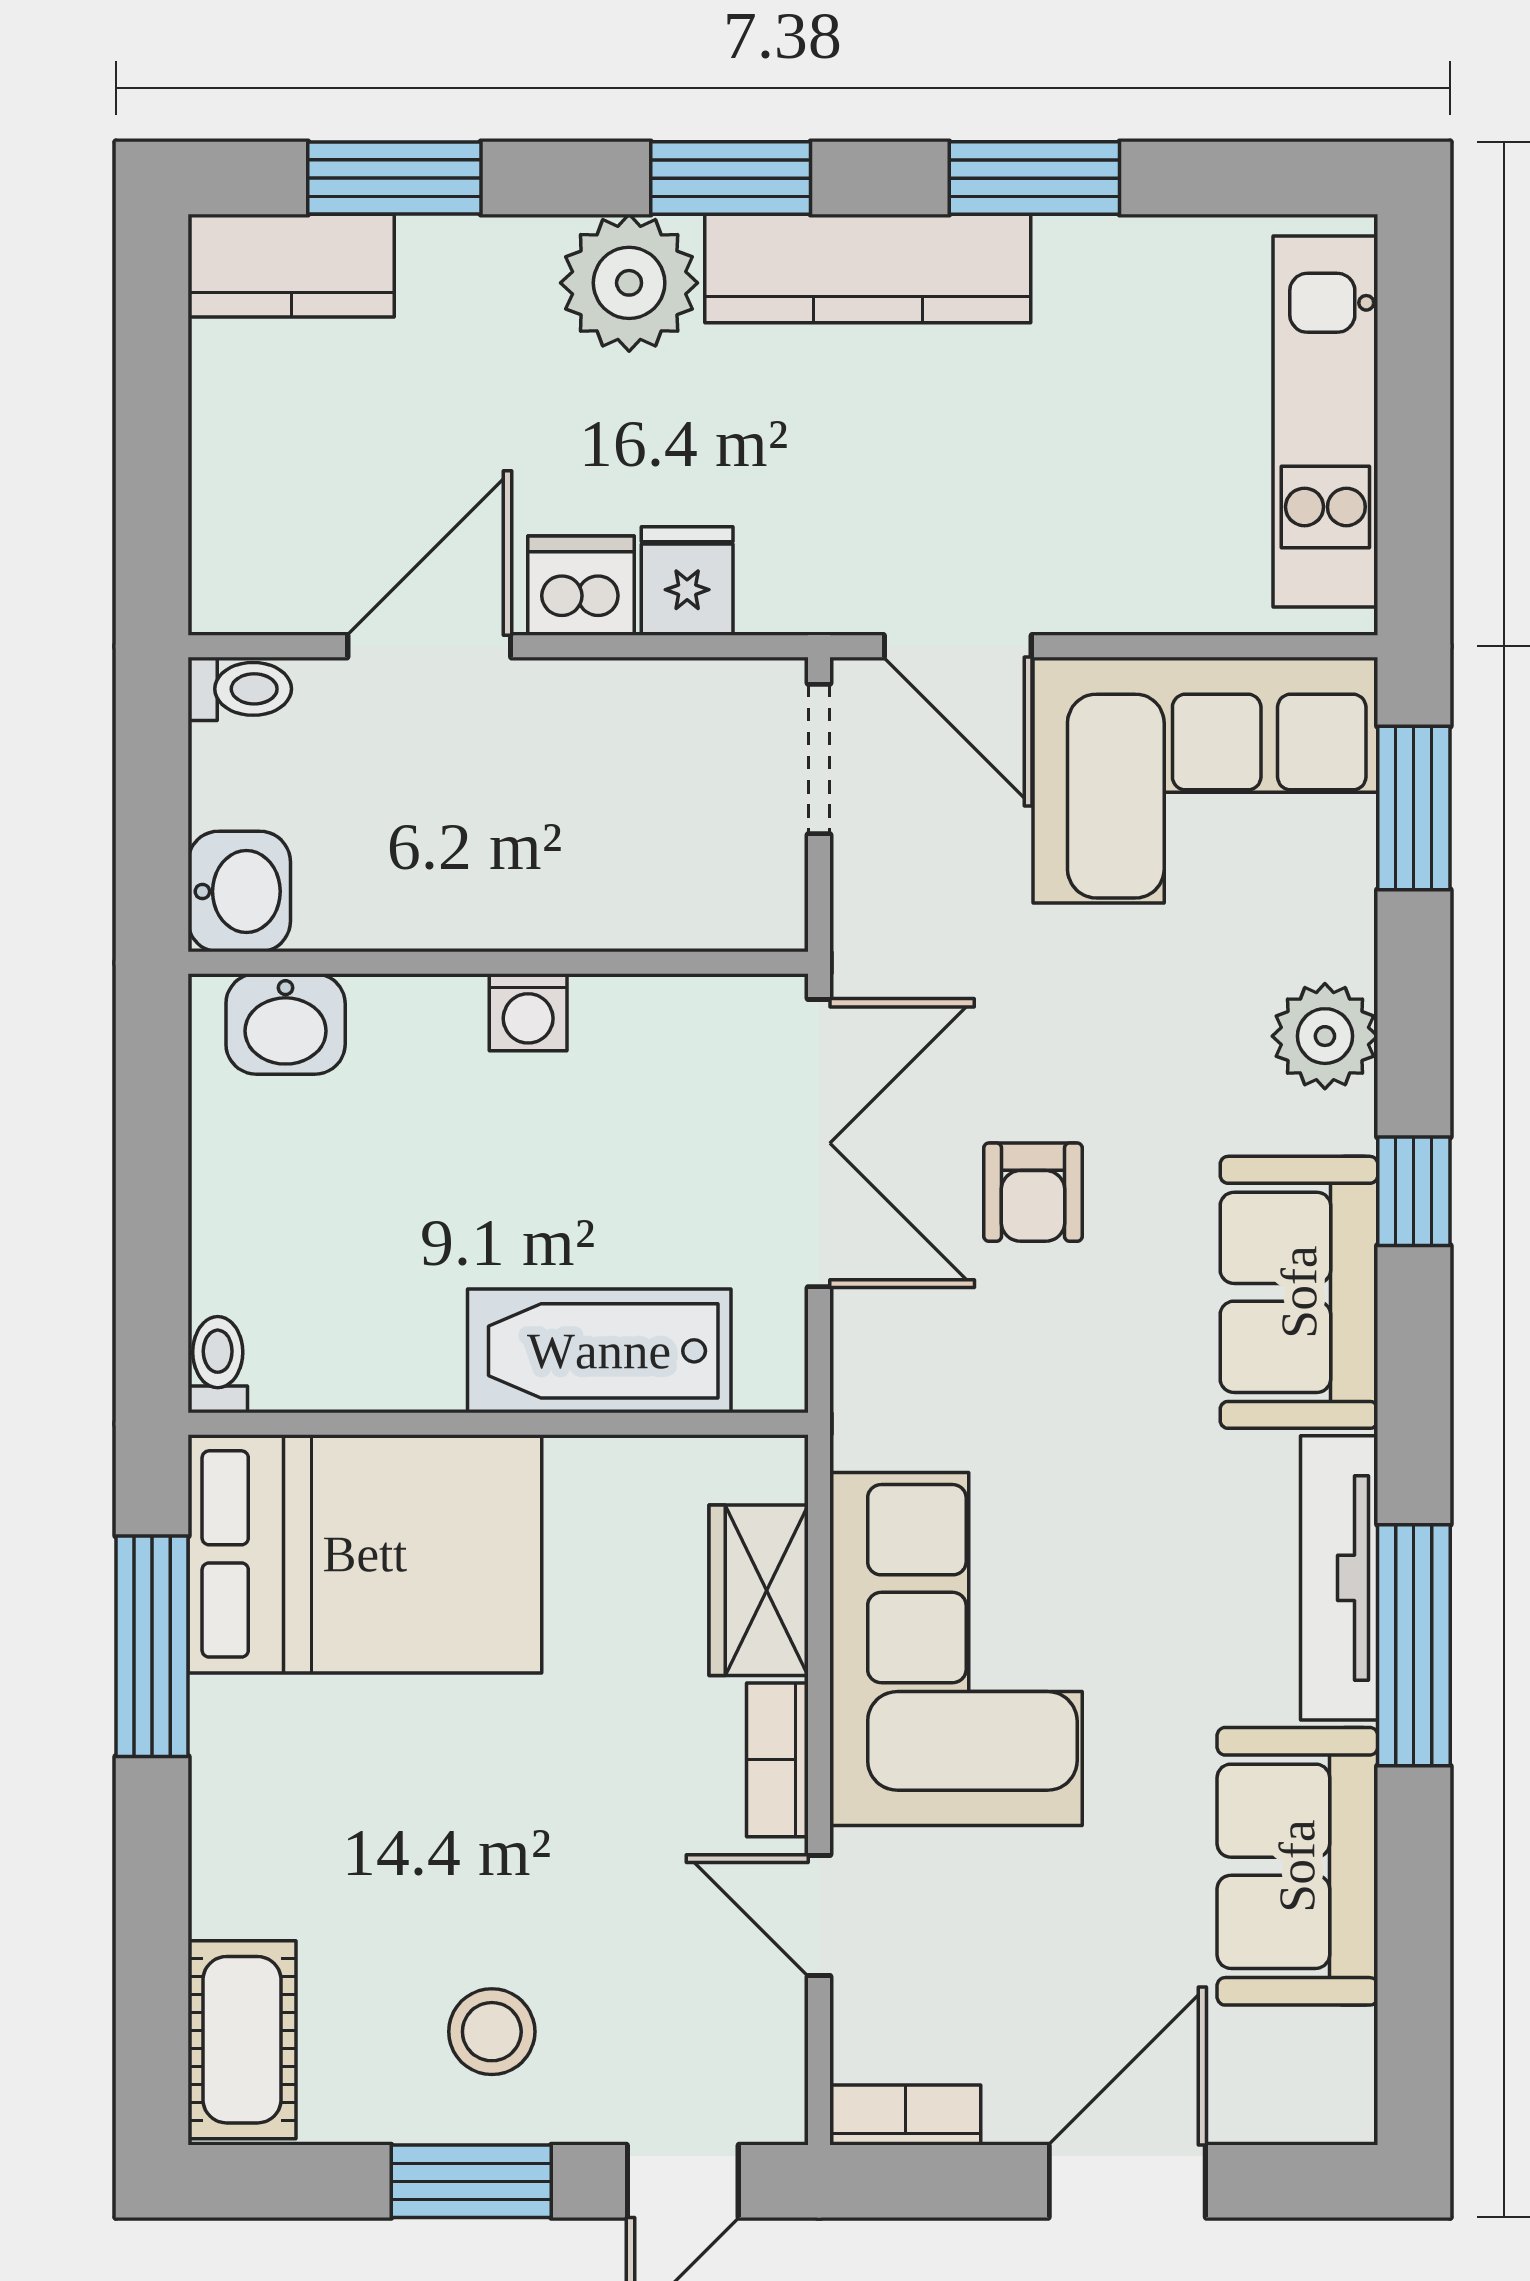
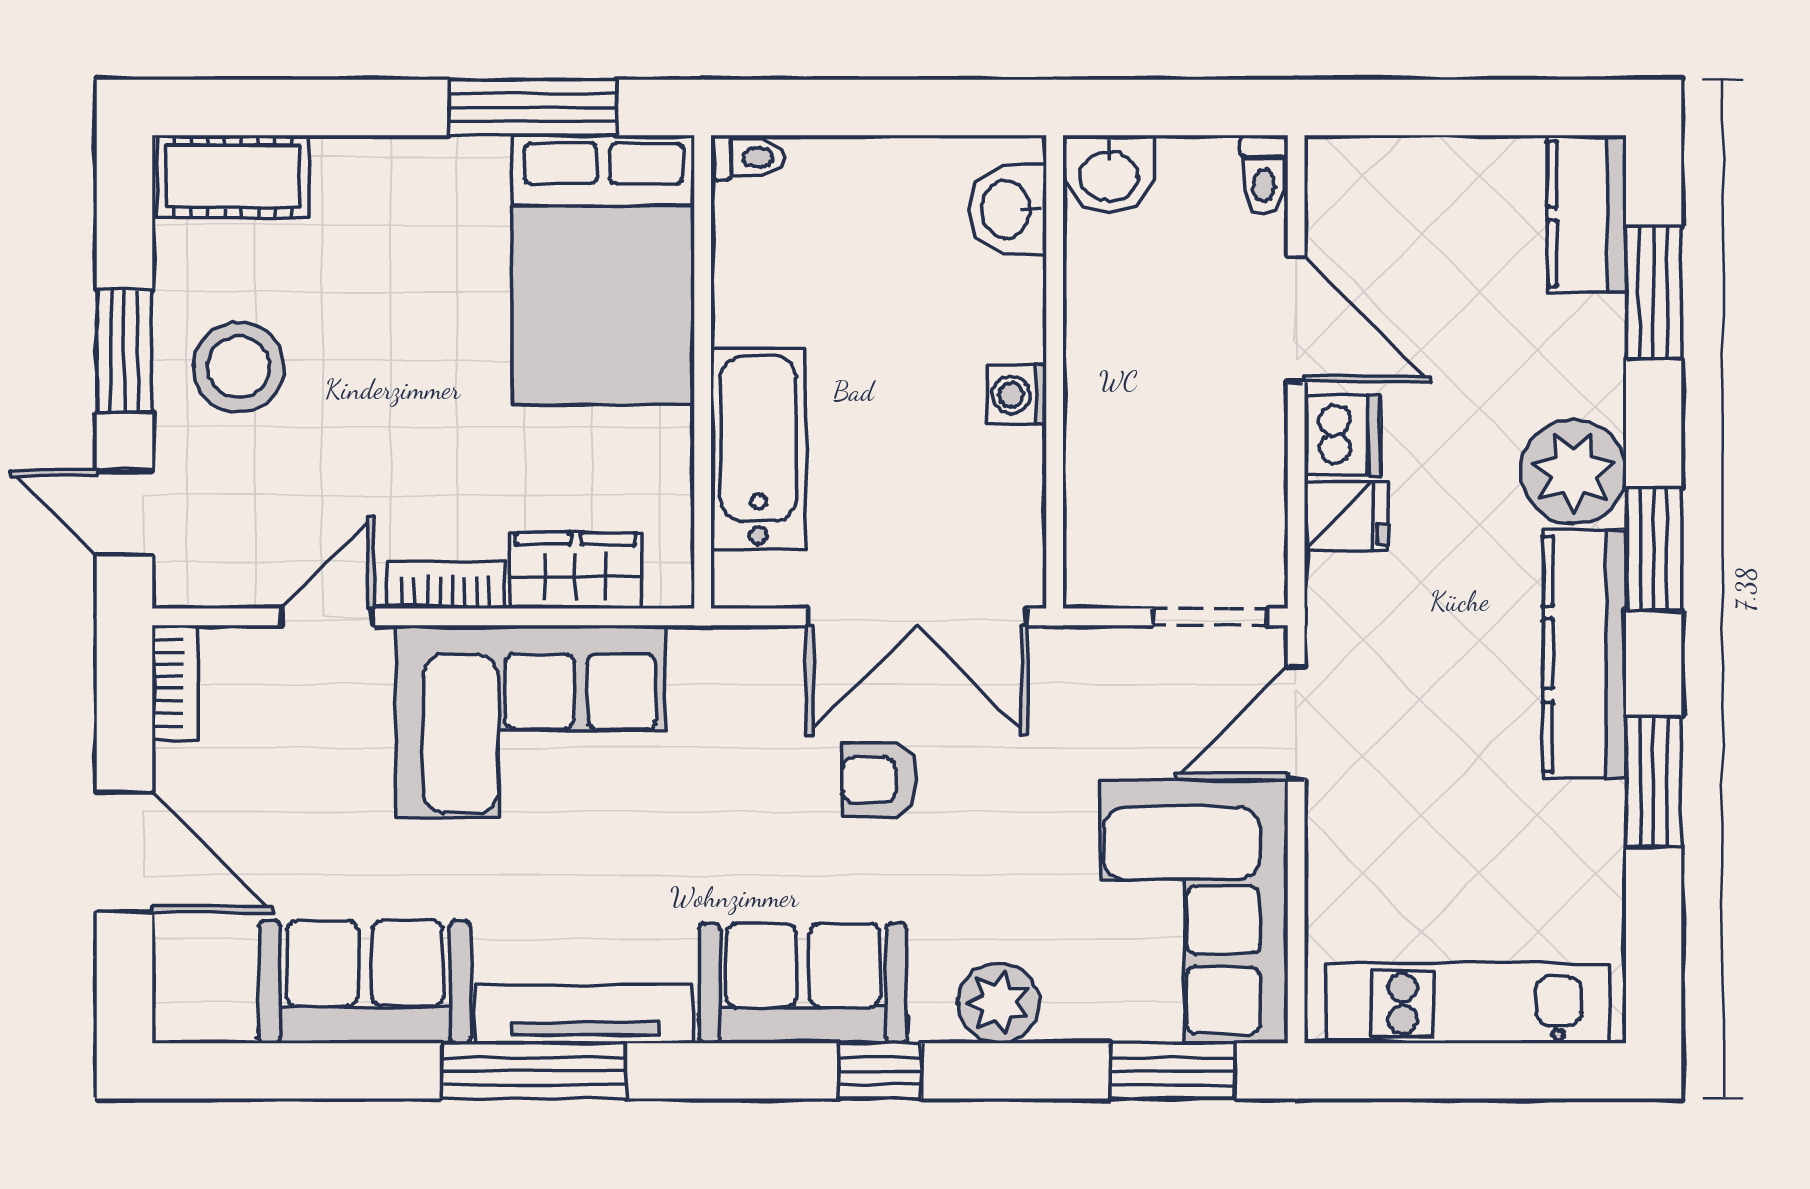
stool: (492, 2032) -> (239, 367), width x1.38, depth x1.38

